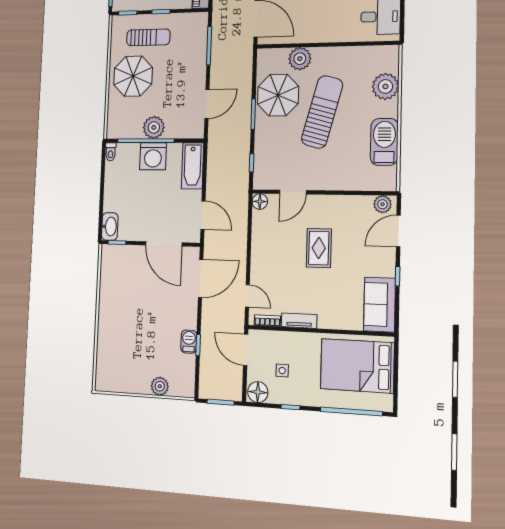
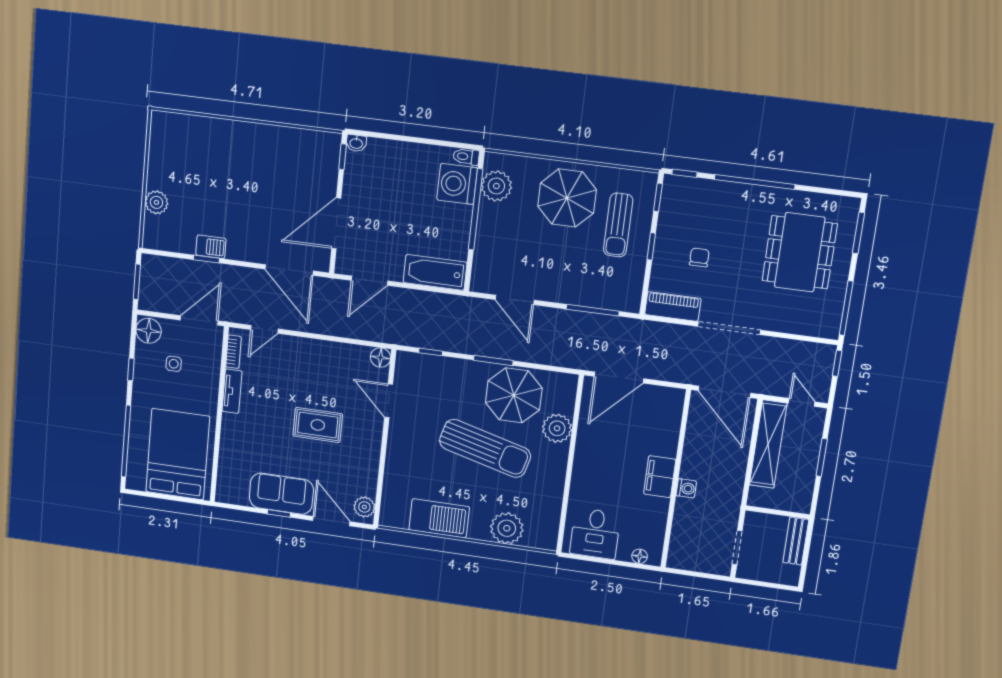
plant: (154, 127) -> (496, 186), moved
washing machine: (153, 156) -> (457, 184), moved
washbasin: (110, 226) -> (356, 143), width x0.52, depth x0.69
sofa: (380, 305) -> (281, 494), moved

